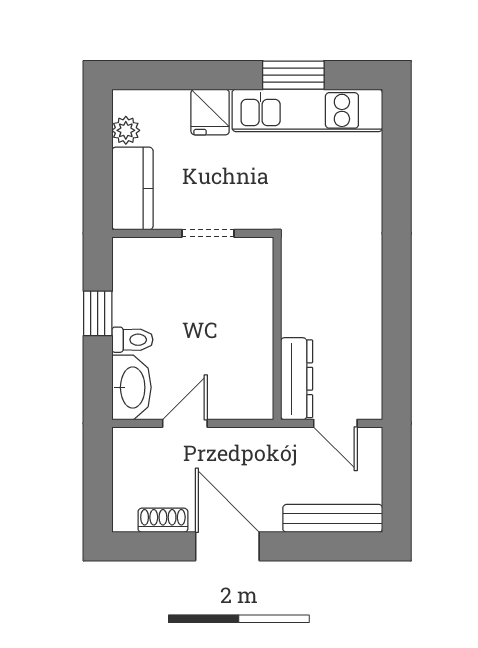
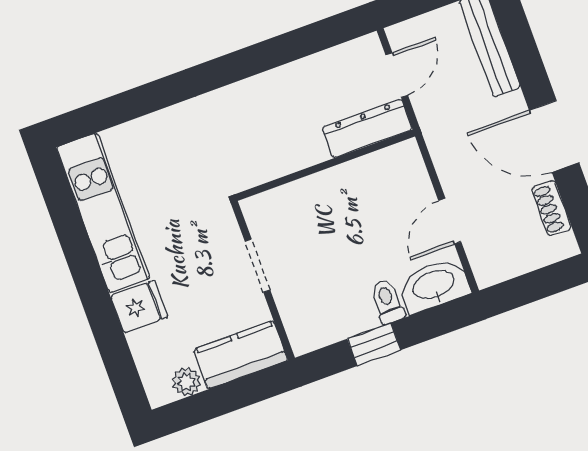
window: (293, 75) -> (74, 239), removed
door: (185, 423) -> (450, 221), hinge flipped
door: (227, 546) -> (554, 136), hinge flipped

